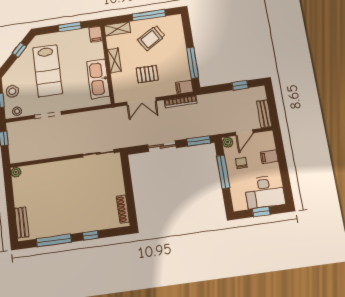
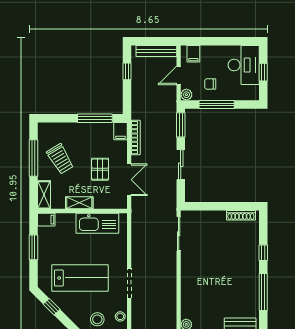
bench: (264, 114) -> (156, 51), width x1.36
door: (244, 133) -> (179, 75), swing flipped
filing cabinet: (269, 157) -> (193, 54), moved

